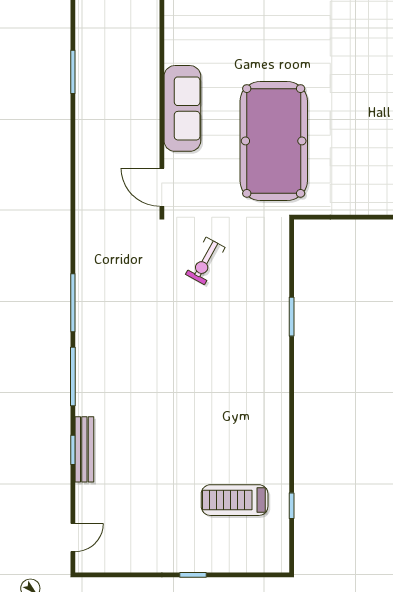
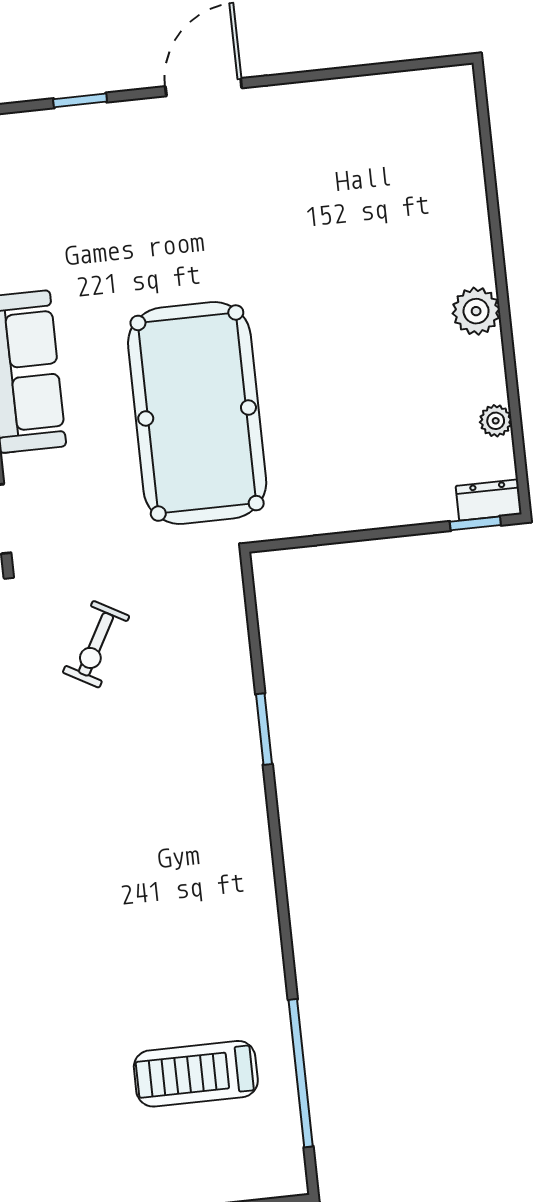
window: (292, 506) -> (301, 1073), width x3.17

